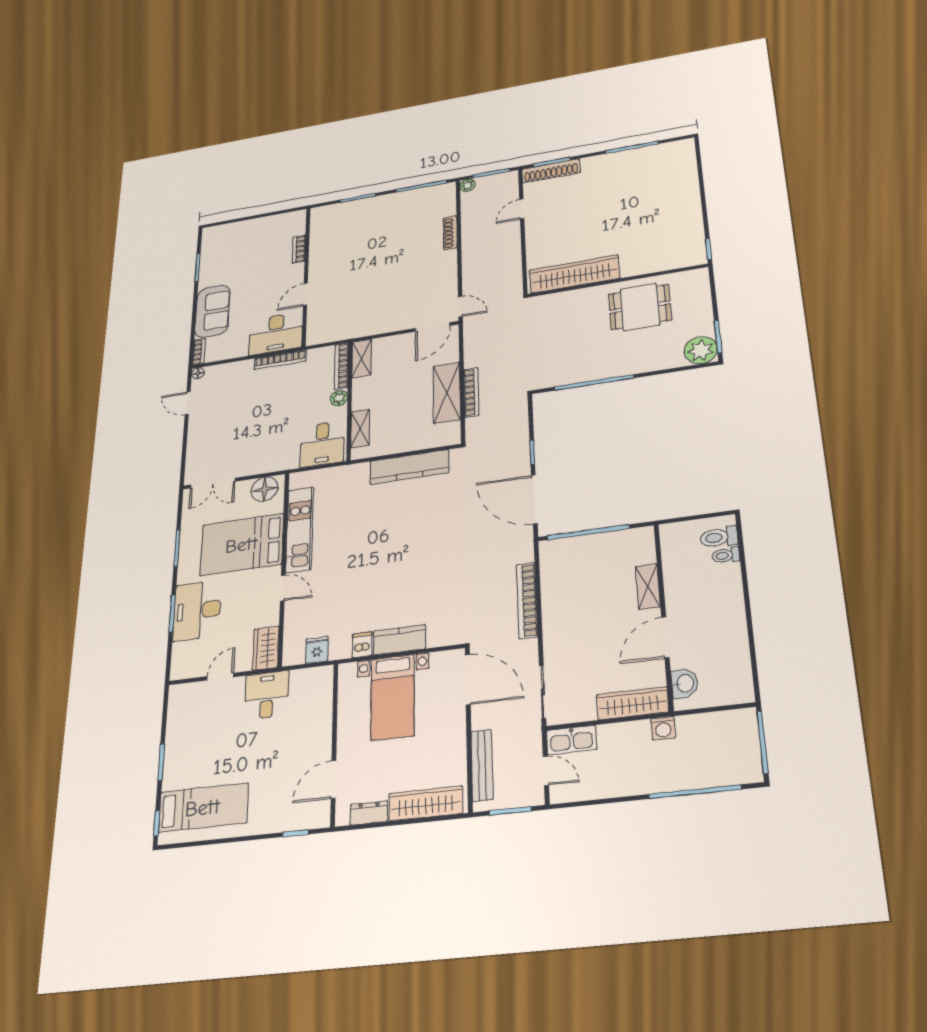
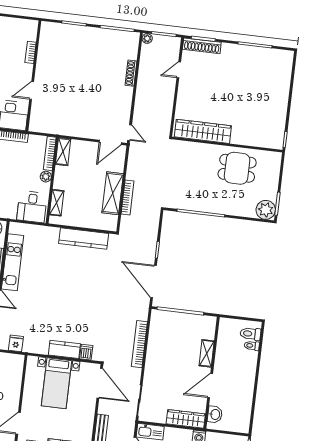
dishwasher: (362, 645) -> (86, 352), moved

